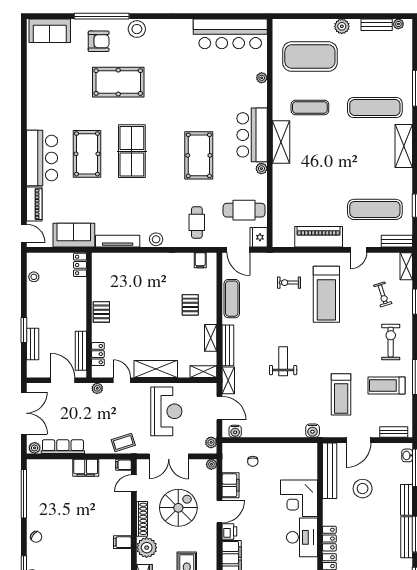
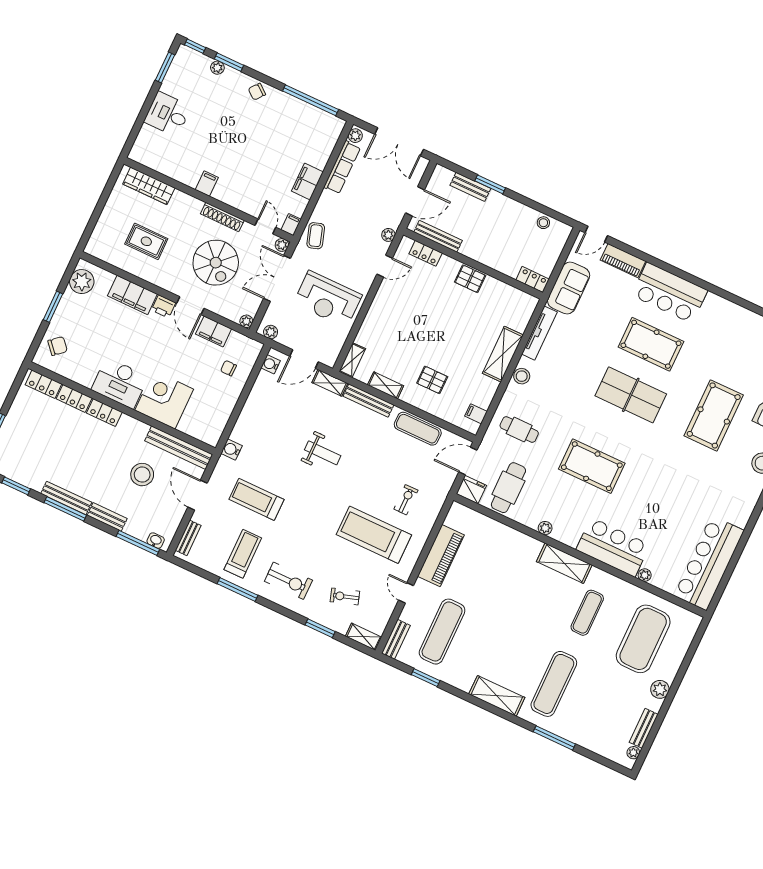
bar counter: (252, 135) -> (613, 547), moved
shelving: (156, 369) -> (503, 354), moved
plant: (147, 548) -> (282, 245), moved, width x0.53, depth x0.53

